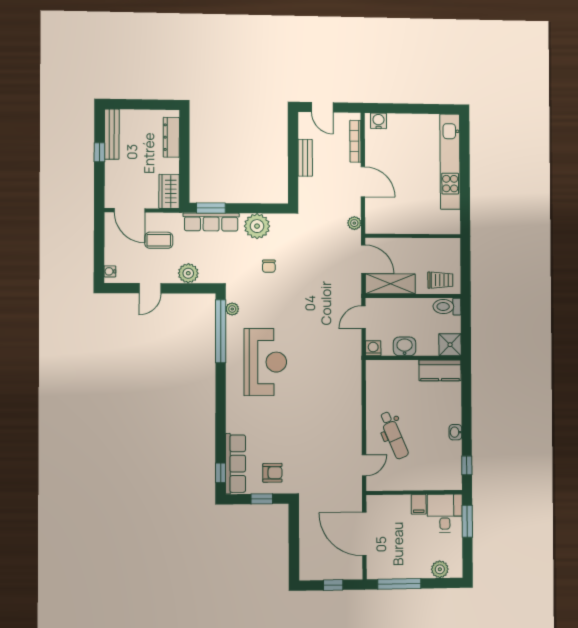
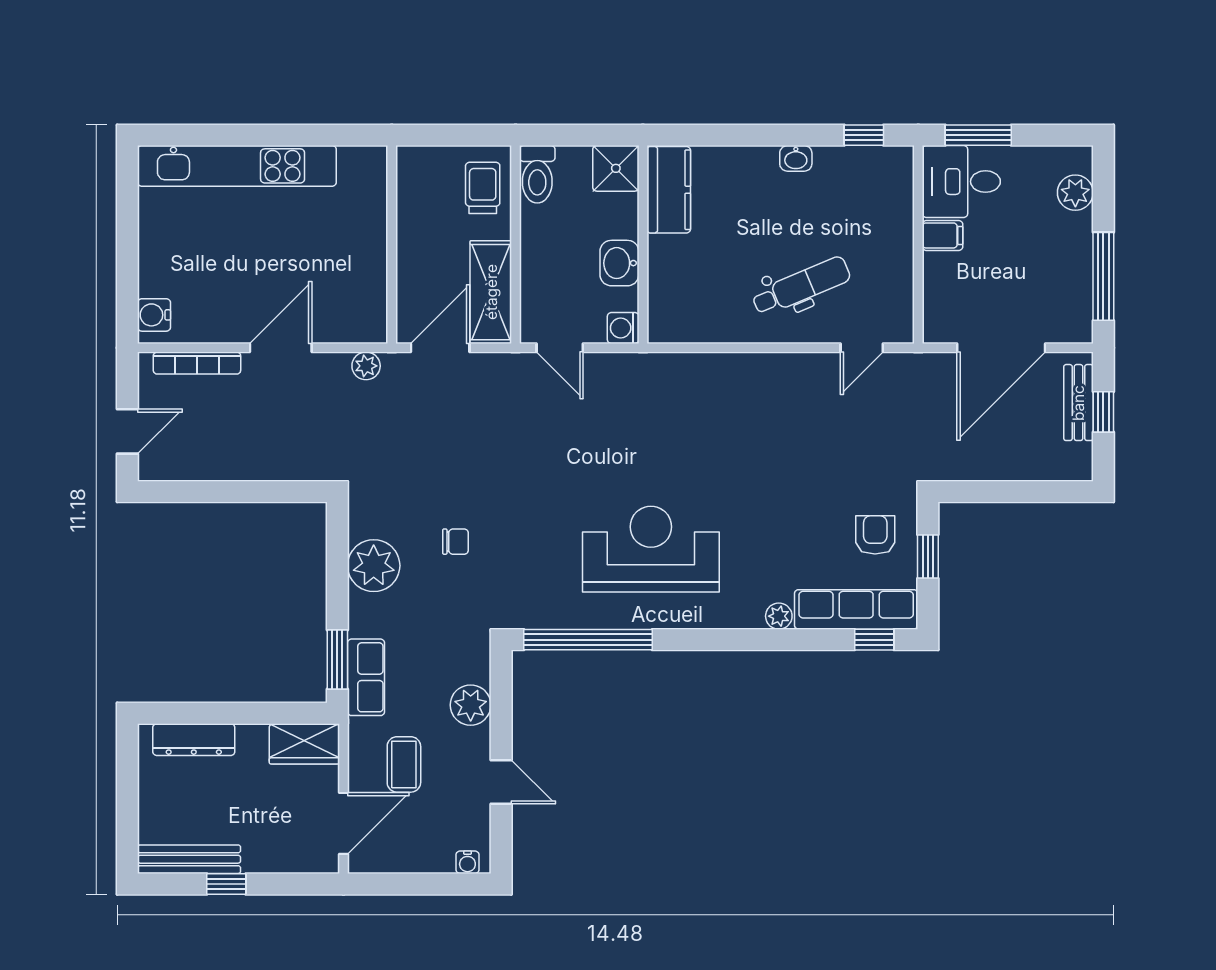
bench: (305, 158) -> (1078, 403), moved, turned 90
row of seats: (211, 222) -> (366, 677), width x0.68
plant: (232, 309) -> (779, 616), moved
door: (364, 465) -> (862, 348), swing flipped

